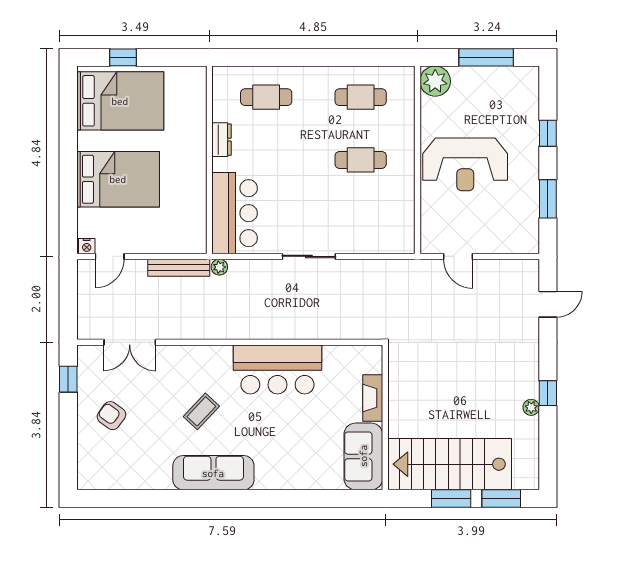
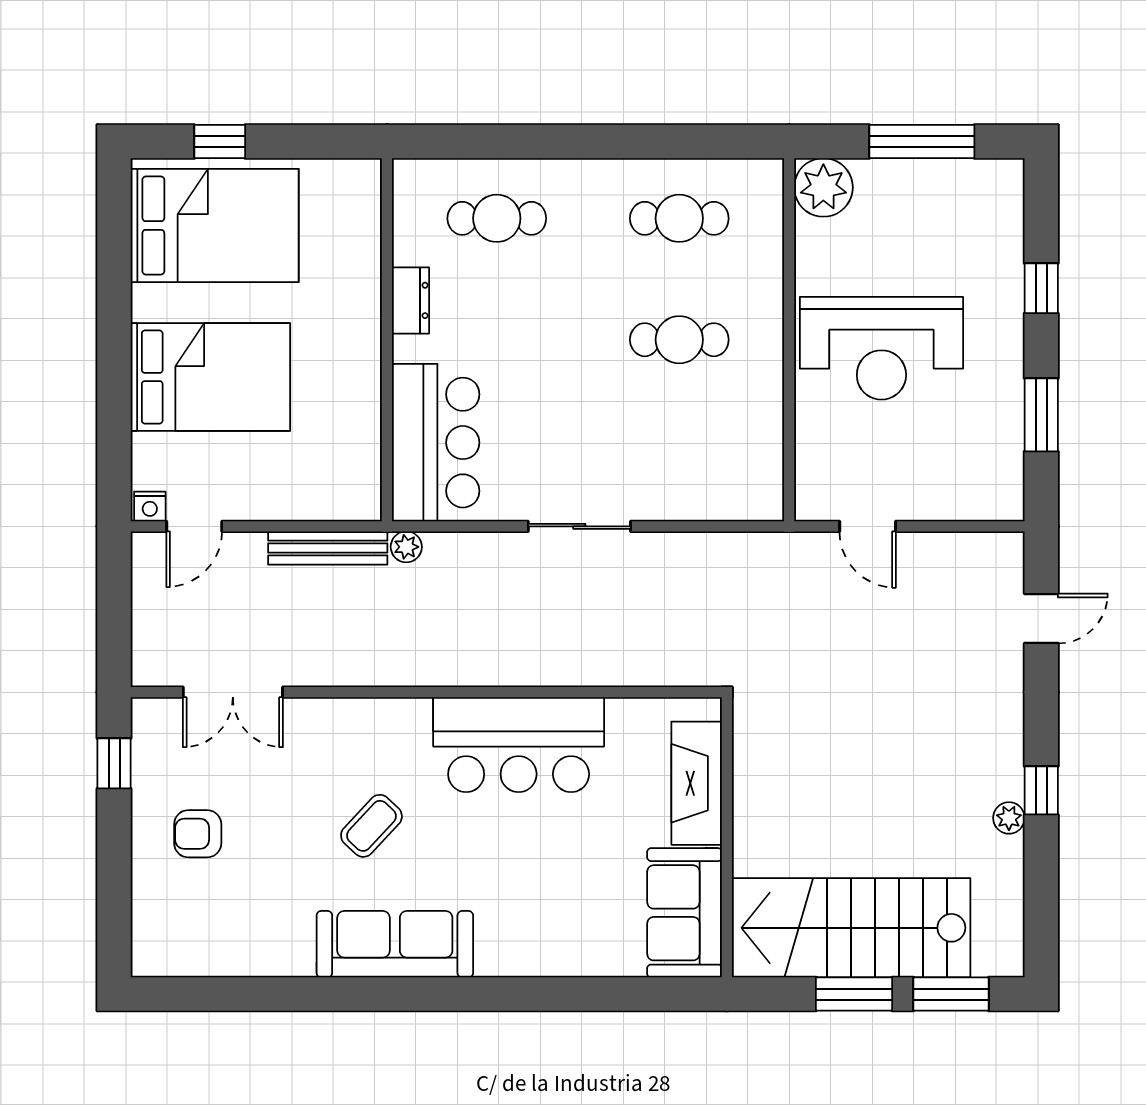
fireplace: (373, 398) -> (697, 783), width x1.37, depth x1.32
armchair: (111, 416) -> (198, 834), turned -36

